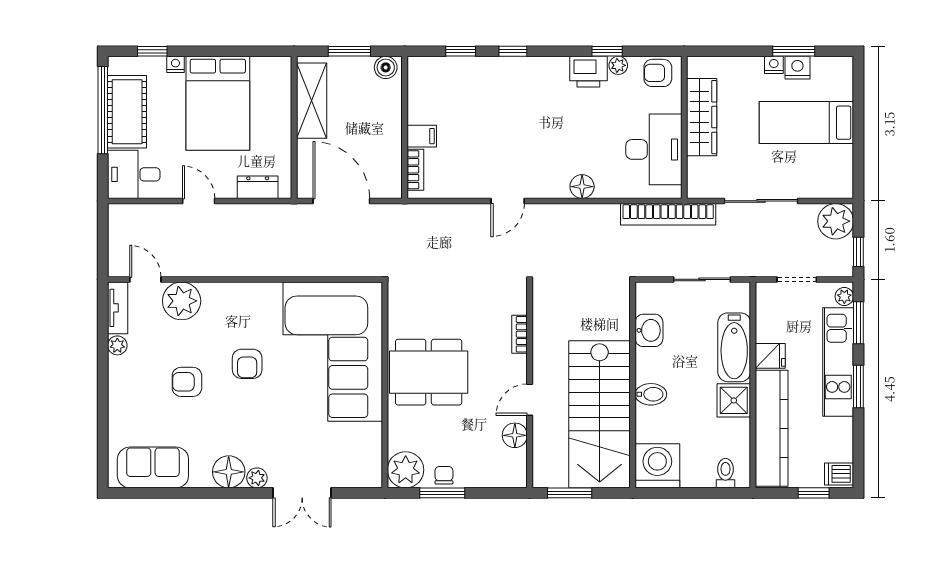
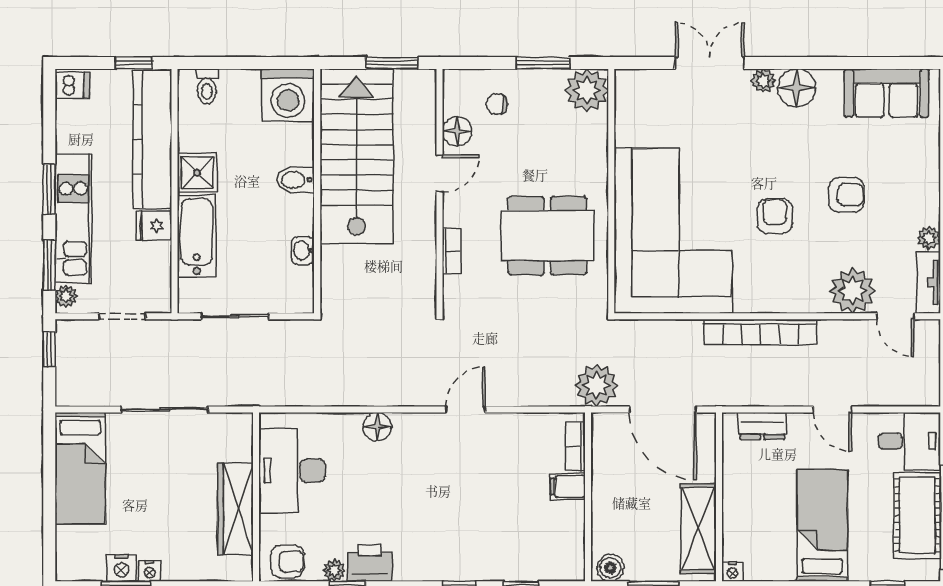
nightstand: (175, 64) -> (732, 572), moved
bed: (218, 103) -> (822, 525), width x0.67
bed: (806, 123) -> (80, 468), moved, turned 90
bookcase: (668, 214) -> (760, 332), moved, turned 180
plant: (836, 221) -> (596, 385), moved
washbasin: (649, 330) -> (303, 250), width x0.72, depth x0.69
dining table: (429, 372) -> (547, 236), moved
chair: (444, 475) -> (497, 104), moved, turned 90
window: (814, 493) -> (134, 63), moved

